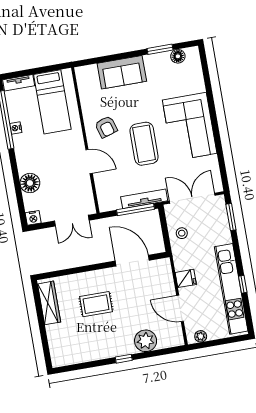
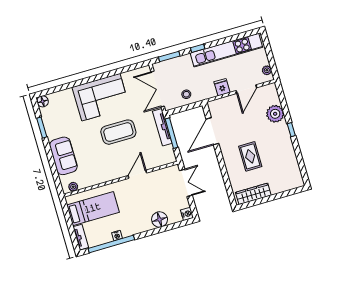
floor lamp: (178, 56) -> (43, 101), moved
plant: (82, 80) -> (73, 187), added
armchair: (106, 127) -> (108, 164), removed
window: (243, 284) -> (198, 48), moved

